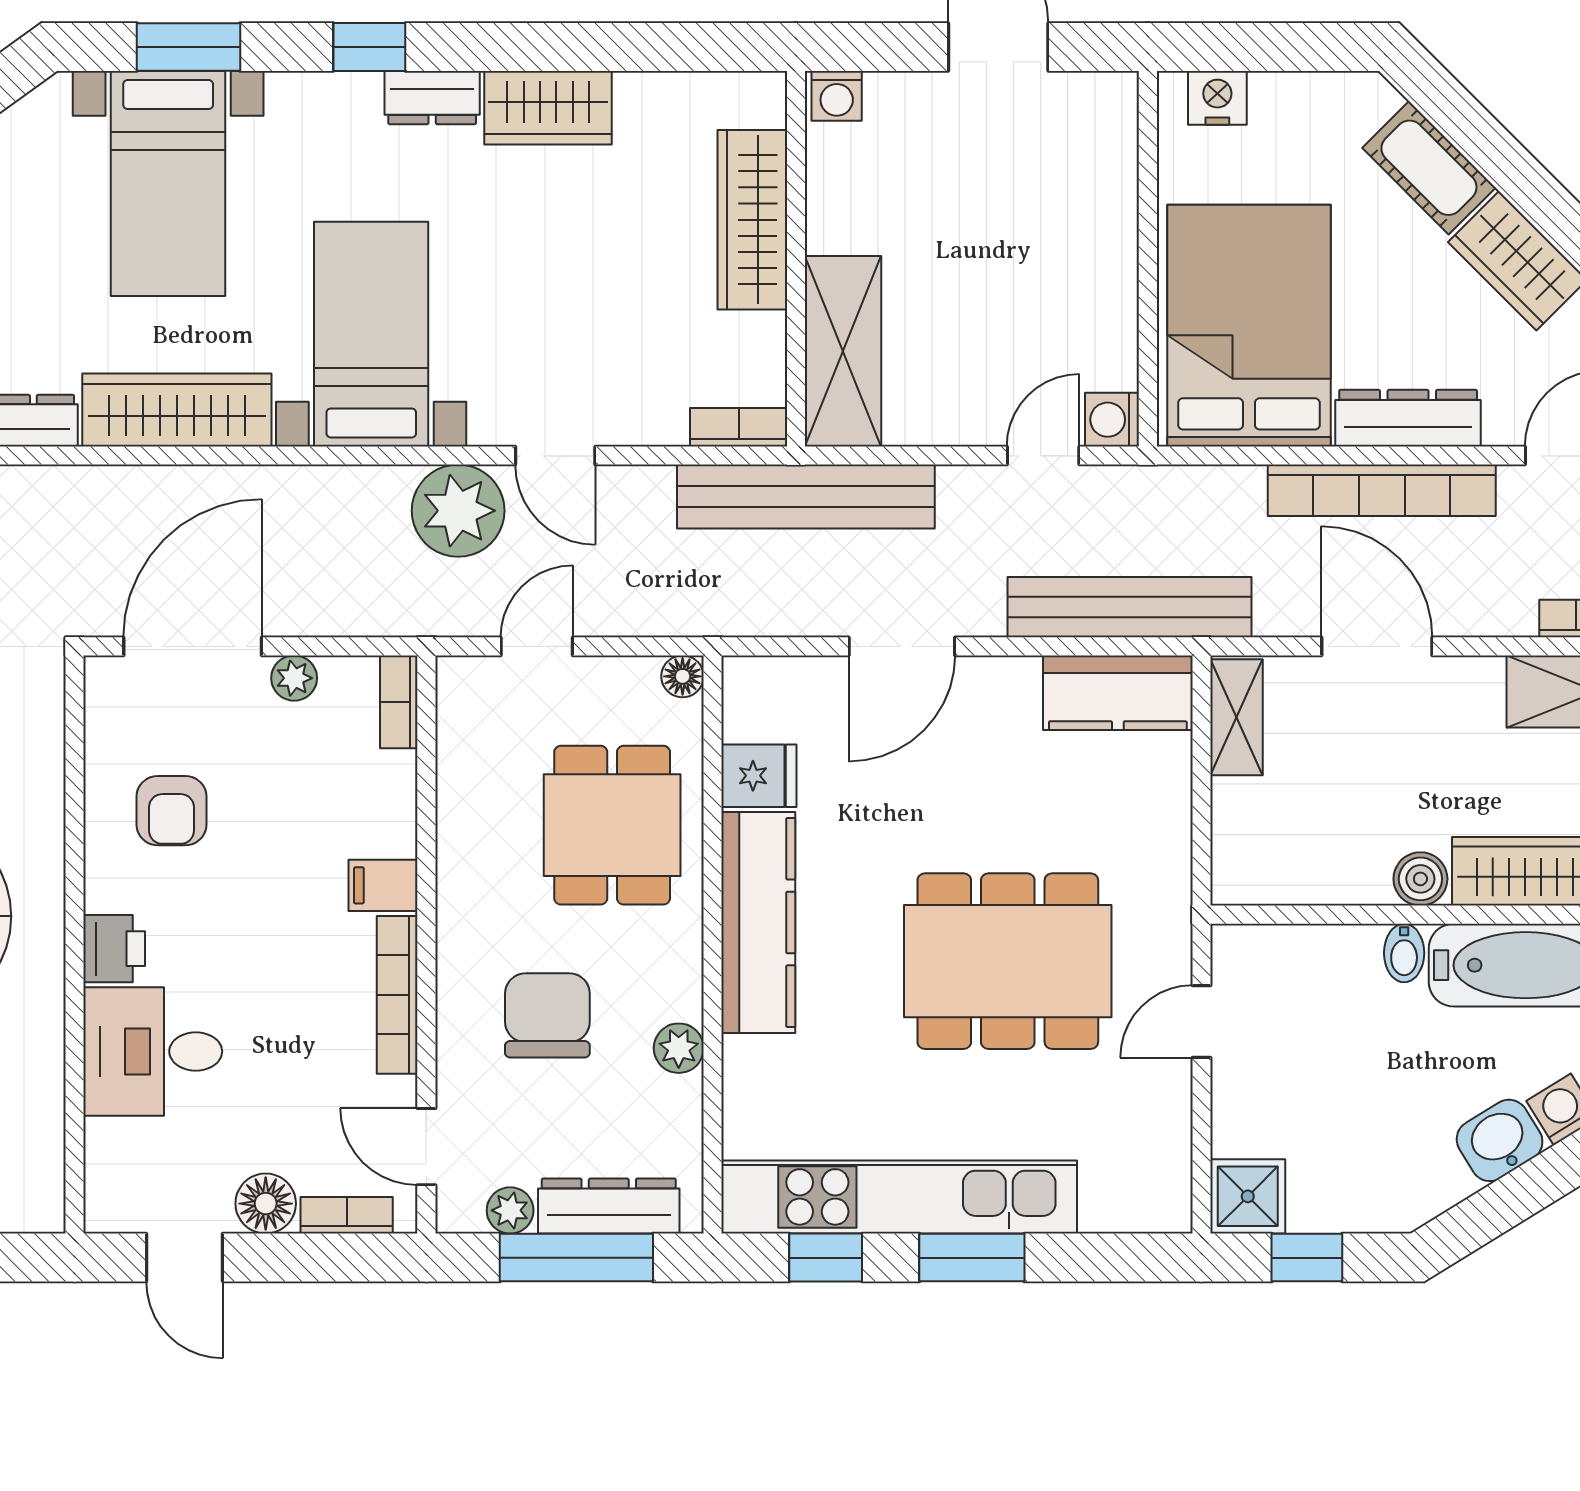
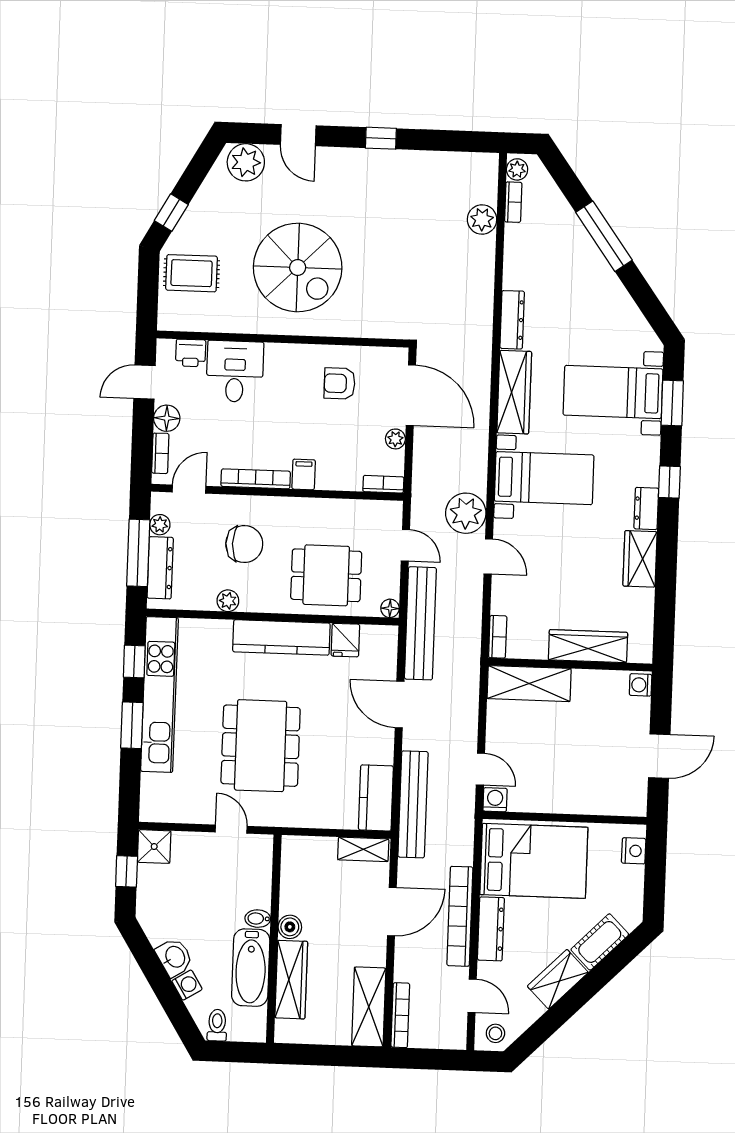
door: (555, 456) -> (488, 556), swing flipped
bench: (806, 497) -> (420, 623), moved
printer: (114, 949) -> (191, 353), moved

